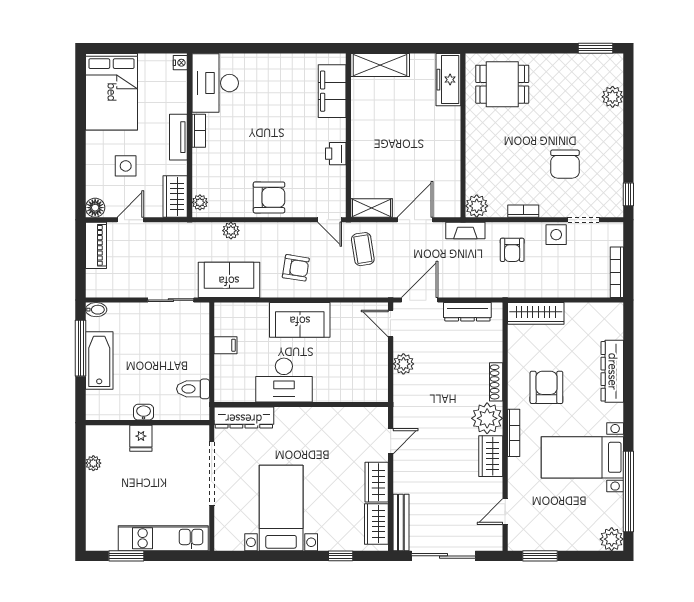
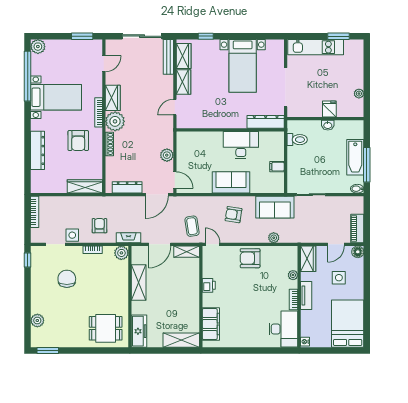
shelving: (449, 158) -> (139, 282), added
plant: (200, 202) -> (293, 275), moved

